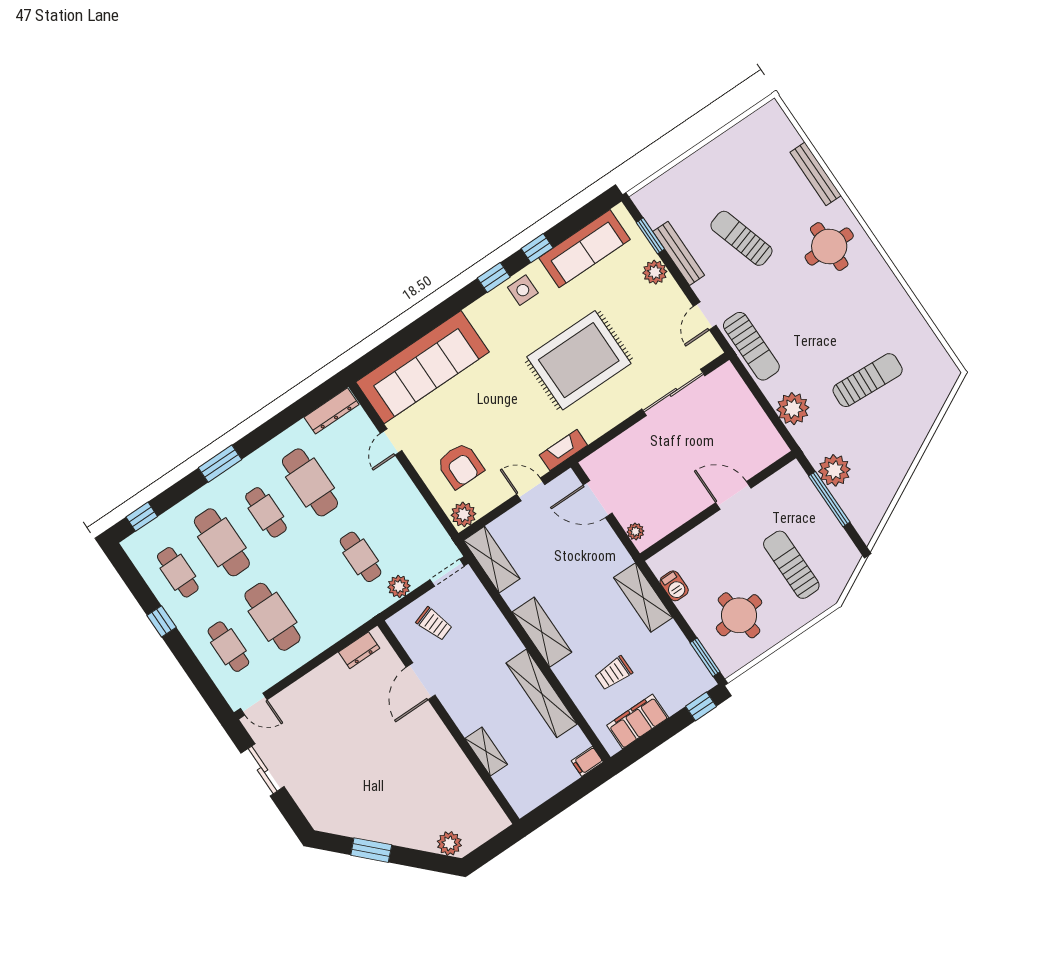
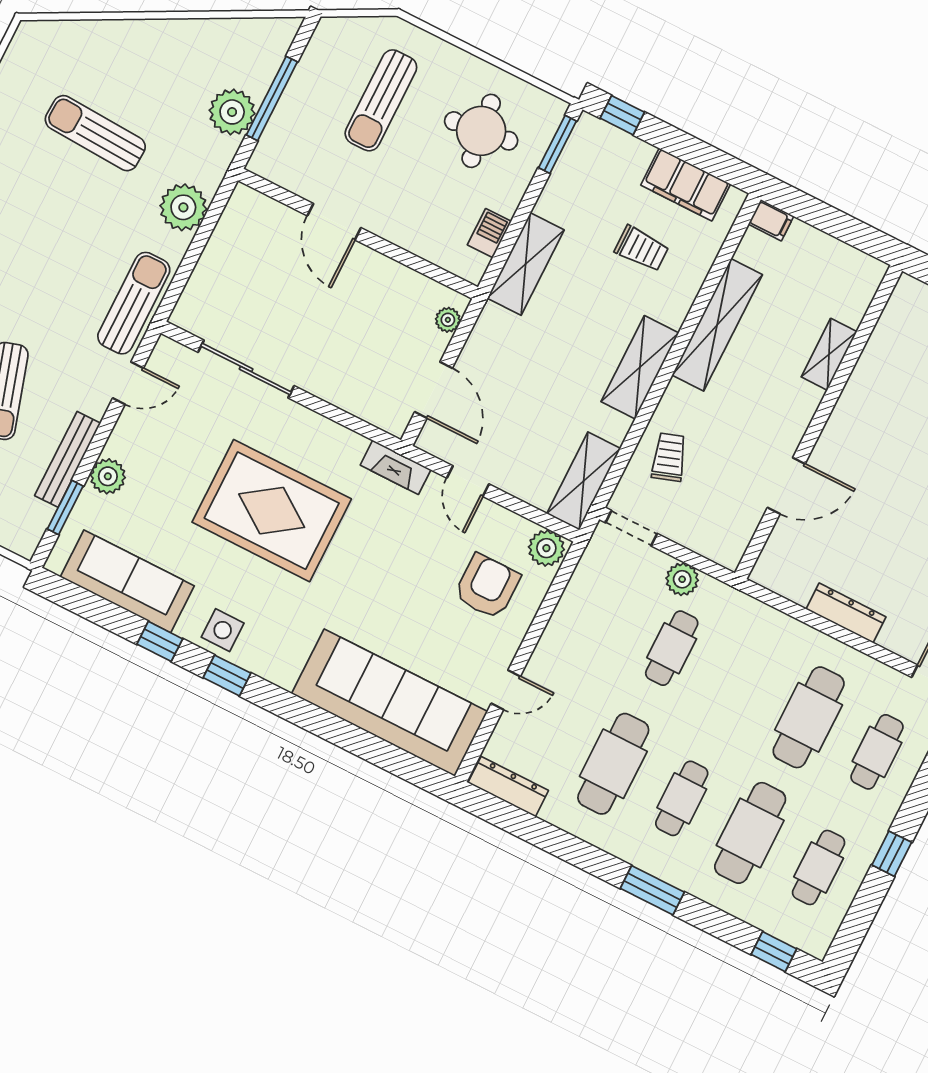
trolley: (434, 624) -> (669, 457), moved
dresser: (359, 650) -> (846, 613), moved, width x1.44

